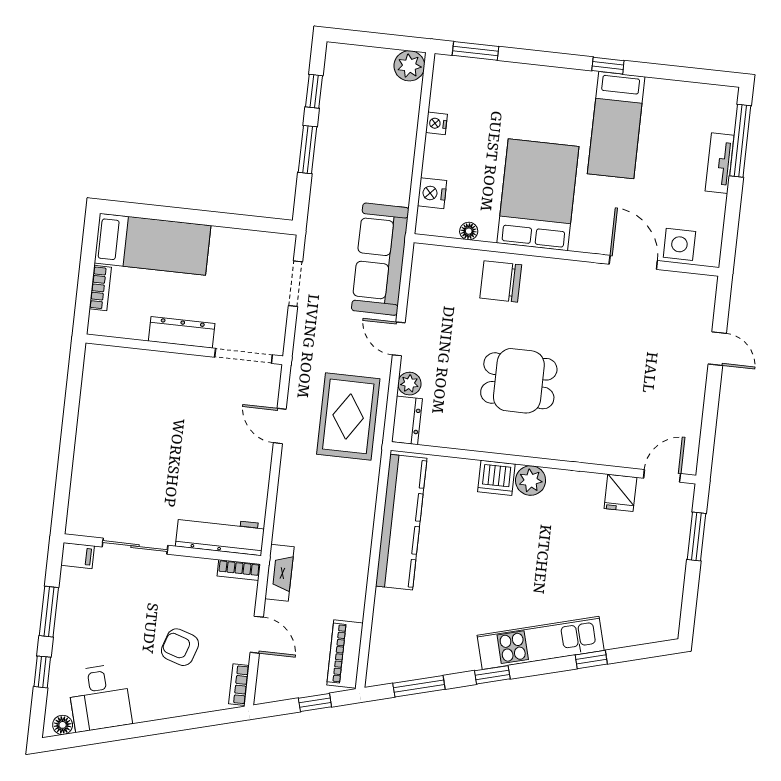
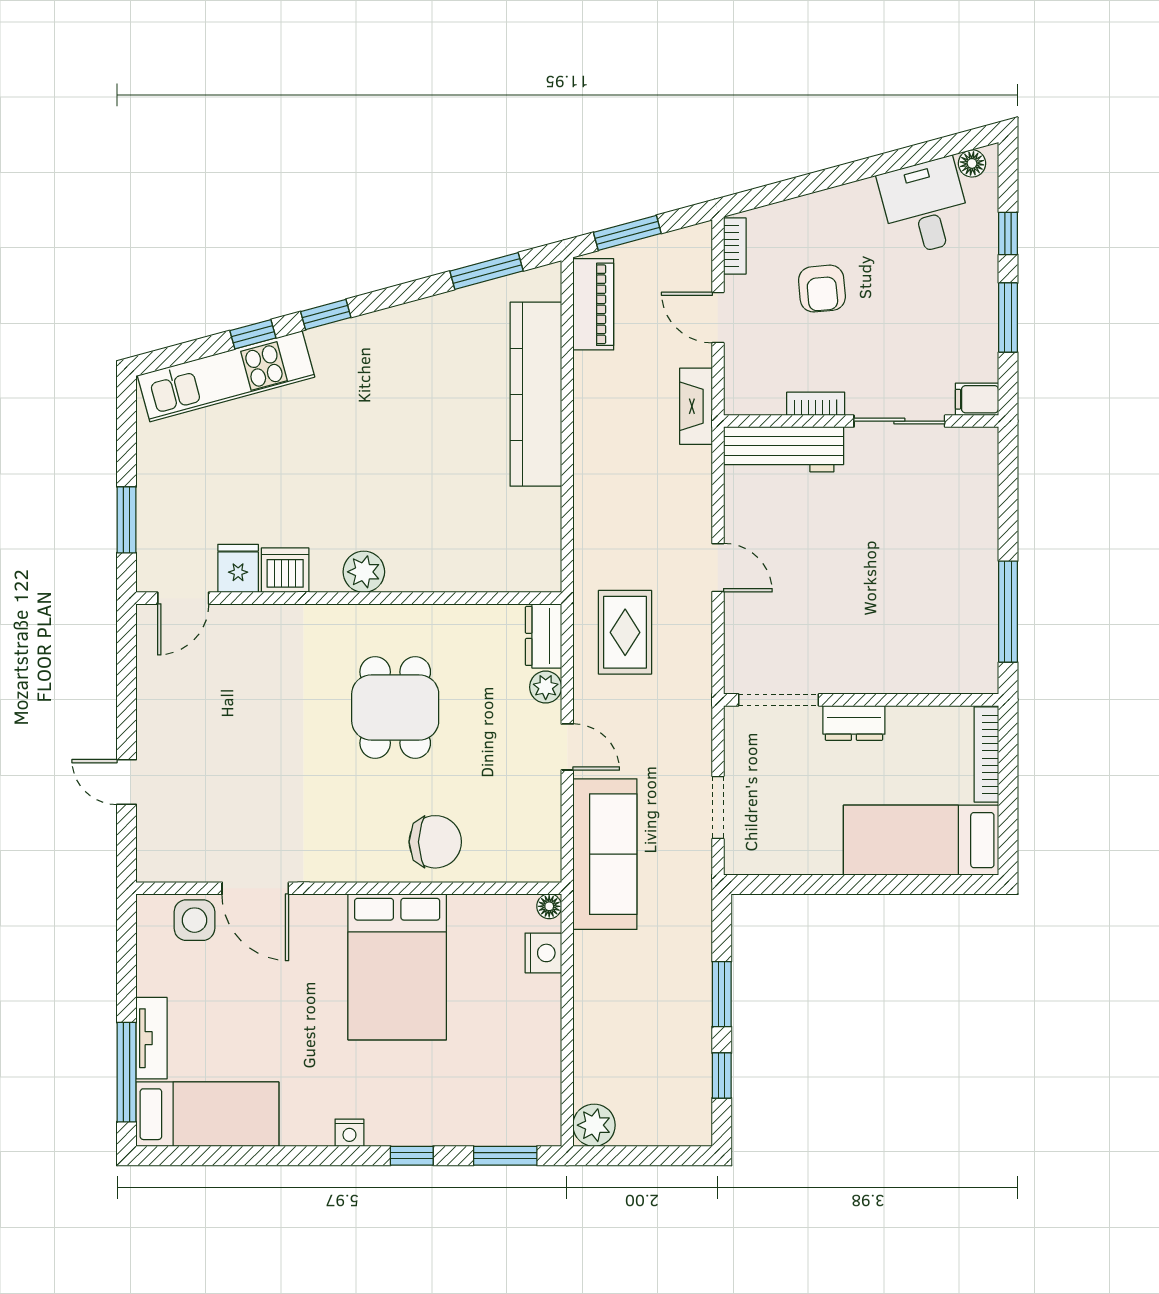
window: (608, 66) -> (412, 1156), moved
nightstand: (436, 123) -> (349, 1133), moved, turned 90
bed: (616, 125) -> (207, 1114), moved, turned 90
floor lamp: (469, 231) -> (549, 906), moved
bookcase: (100, 288) -> (986, 755), width x1.56
dresser: (182, 332) -> (854, 723), width x0.70
dining table: (519, 381) -> (395, 707), turned 90
window: (72, 401) -> (1008, 612), added
rug: (348, 416) -> (625, 632), width x0.73, depth x0.70
door: (280, 426) -> (718, 568), moved
dishwasher: (496, 478) -> (285, 570), moved
kitchen counter: (401, 522) -> (536, 394), moved
bookcase: (239, 570) -> (816, 404), moved
kitchen unit: (541, 643) -> (226, 376), moved
armchair: (180, 647) -> (822, 289), turned 67
window: (492, 675) -> (326, 314), moved
window: (315, 702) -> (627, 233), width x1.50

